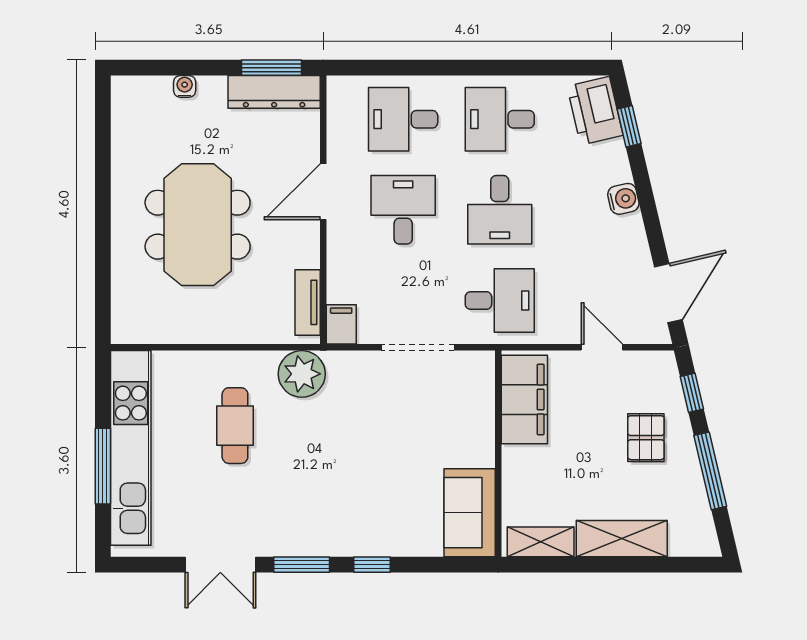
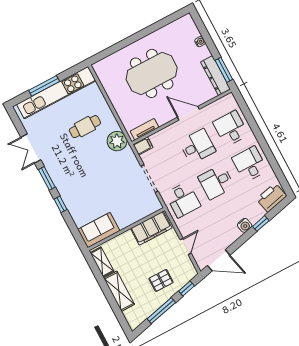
window: (629, 126) -> (261, 223), moved

